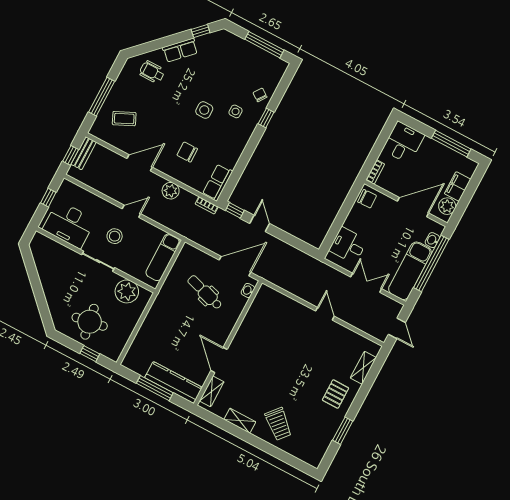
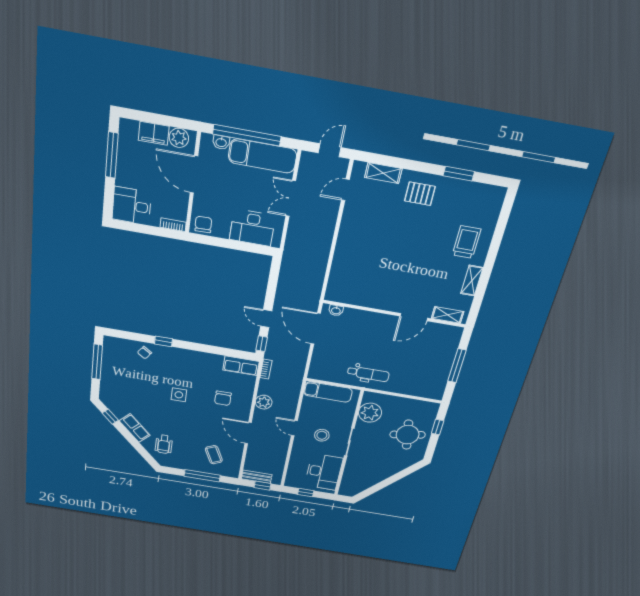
side table: (236, 111) -> (169, 369), removed
door: (260, 223) -> (266, 319), hinge flipped
desk: (348, 245) -> (252, 228), width x1.37
dental chair: (205, 292) -> (368, 374), moved, turned -107
door: (325, 314) -> (345, 190), moved
kitchen counter: (174, 383) -> (447, 351), removed
trolley: (278, 424) -> (467, 242), turned -41

